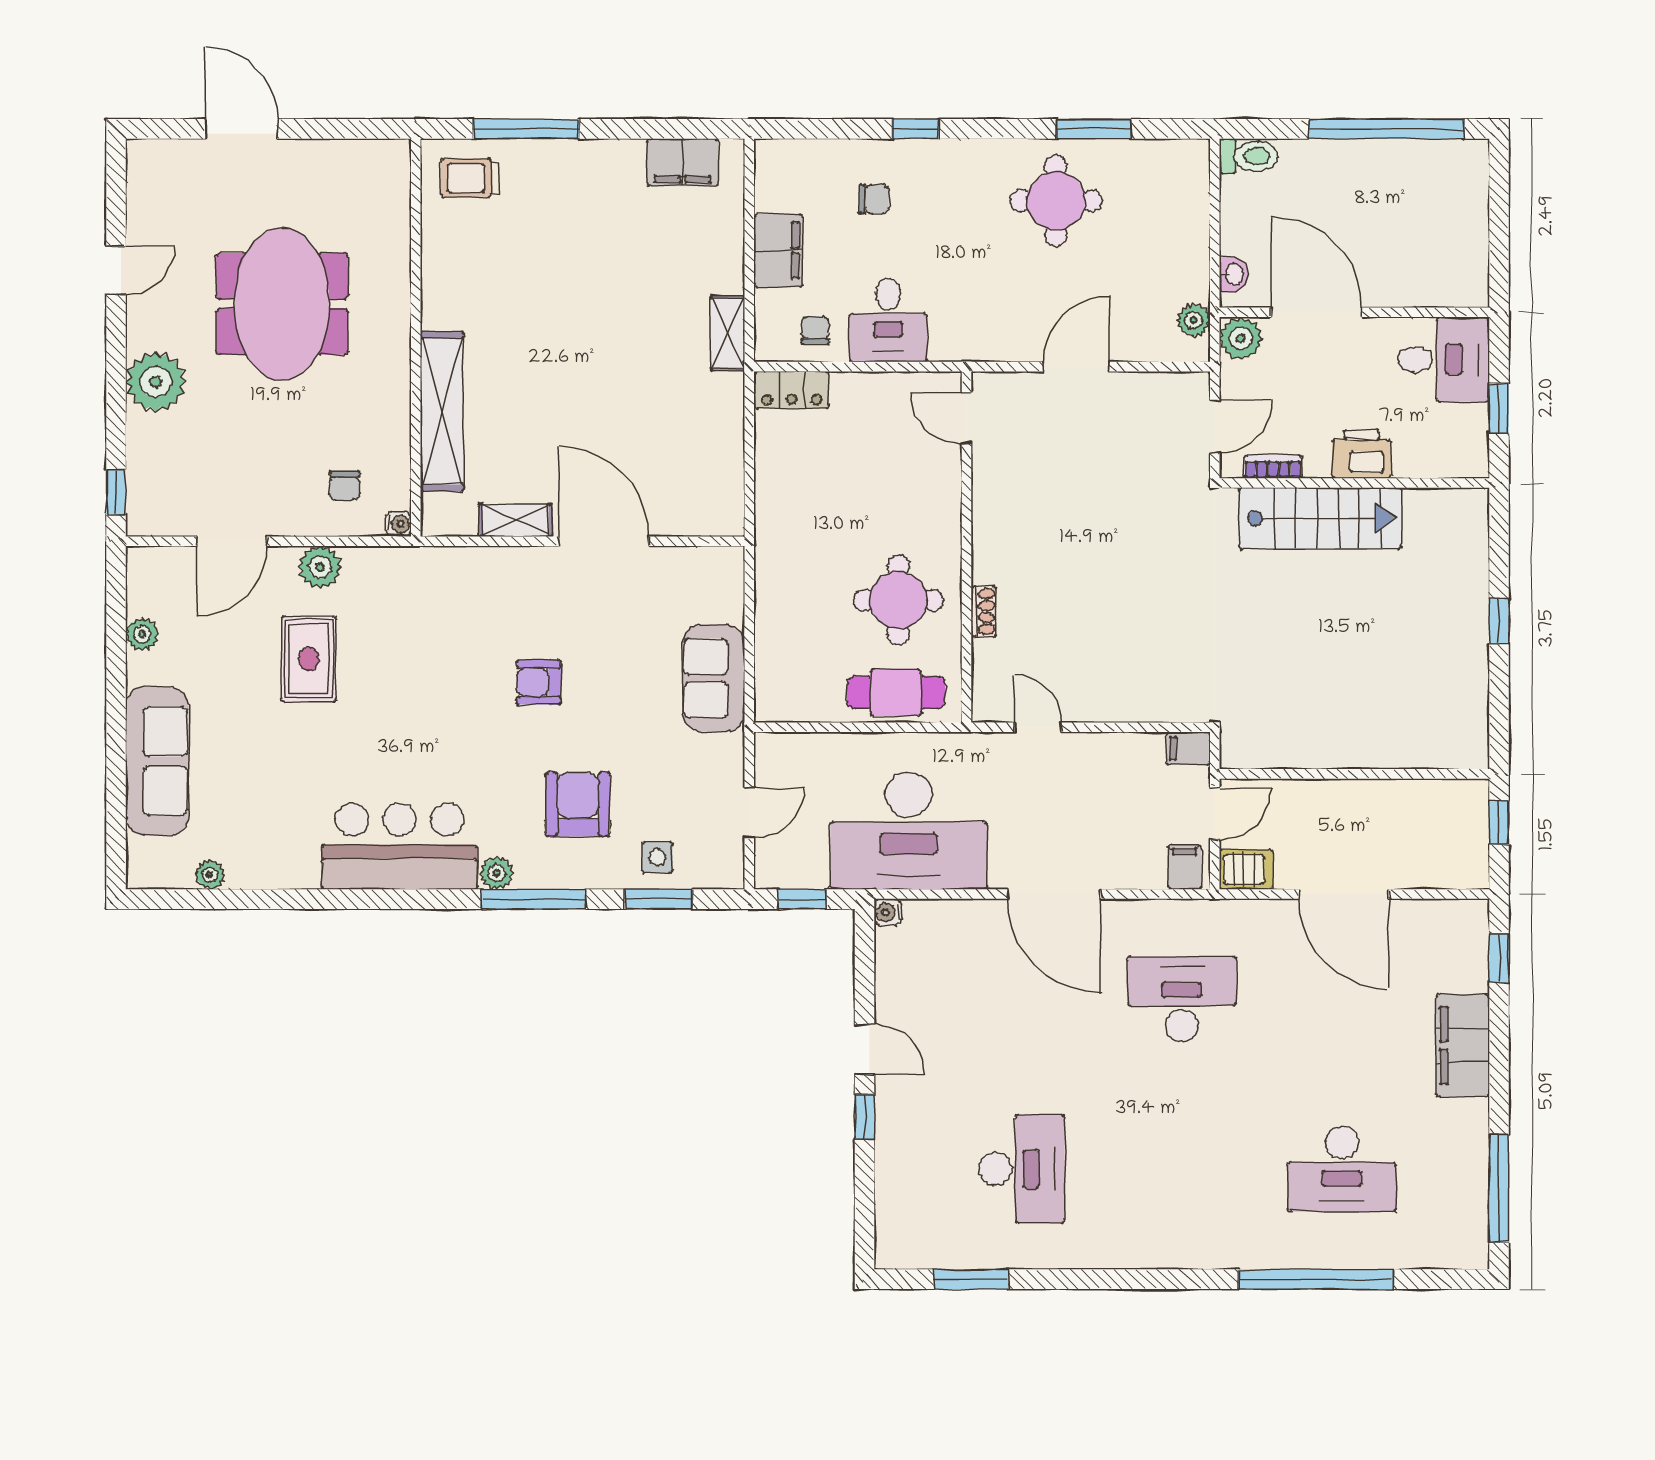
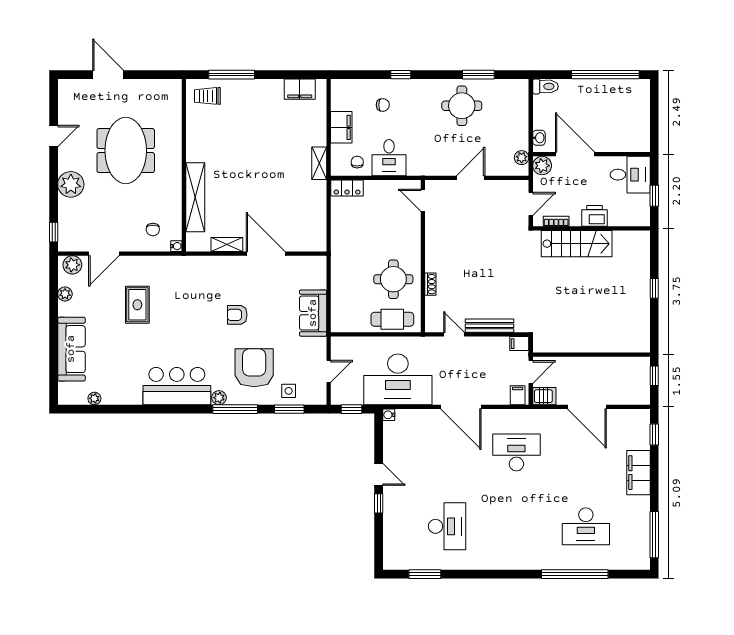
plant: (320, 567) -> (72, 265), moved
bench: (1120, 707) -> (490, 326), added
armchair: (578, 804) -> (254, 368), width x1.36, depth x1.36

